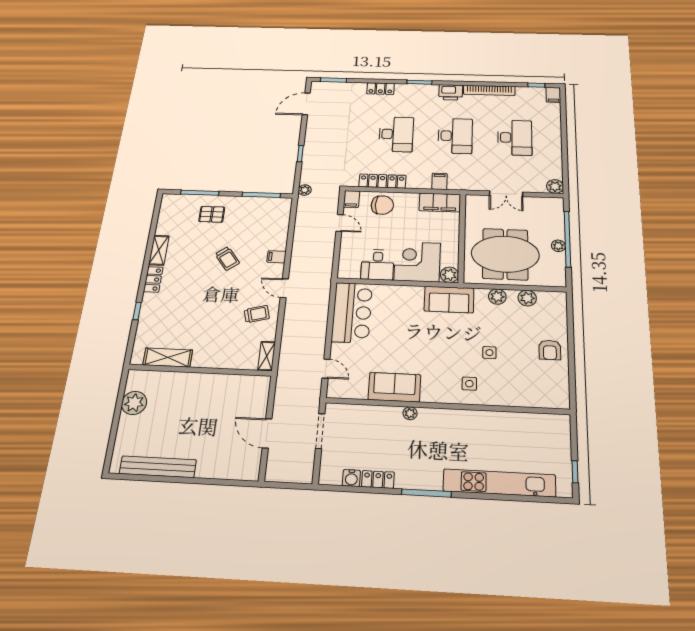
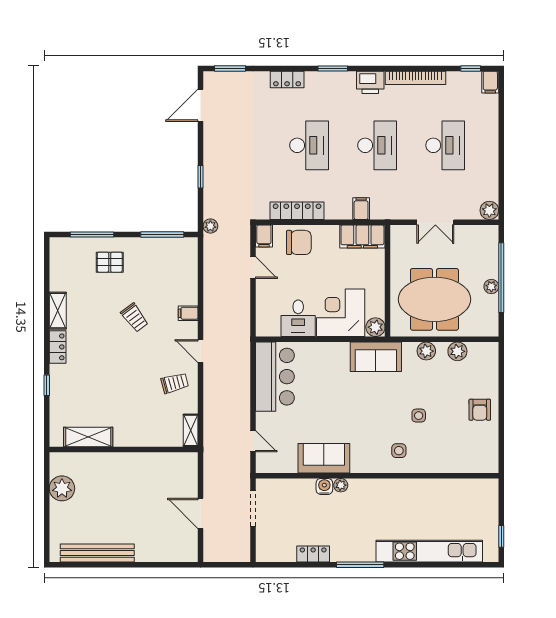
water cooler: (351, 478) -> (324, 486), moved, turned 180

